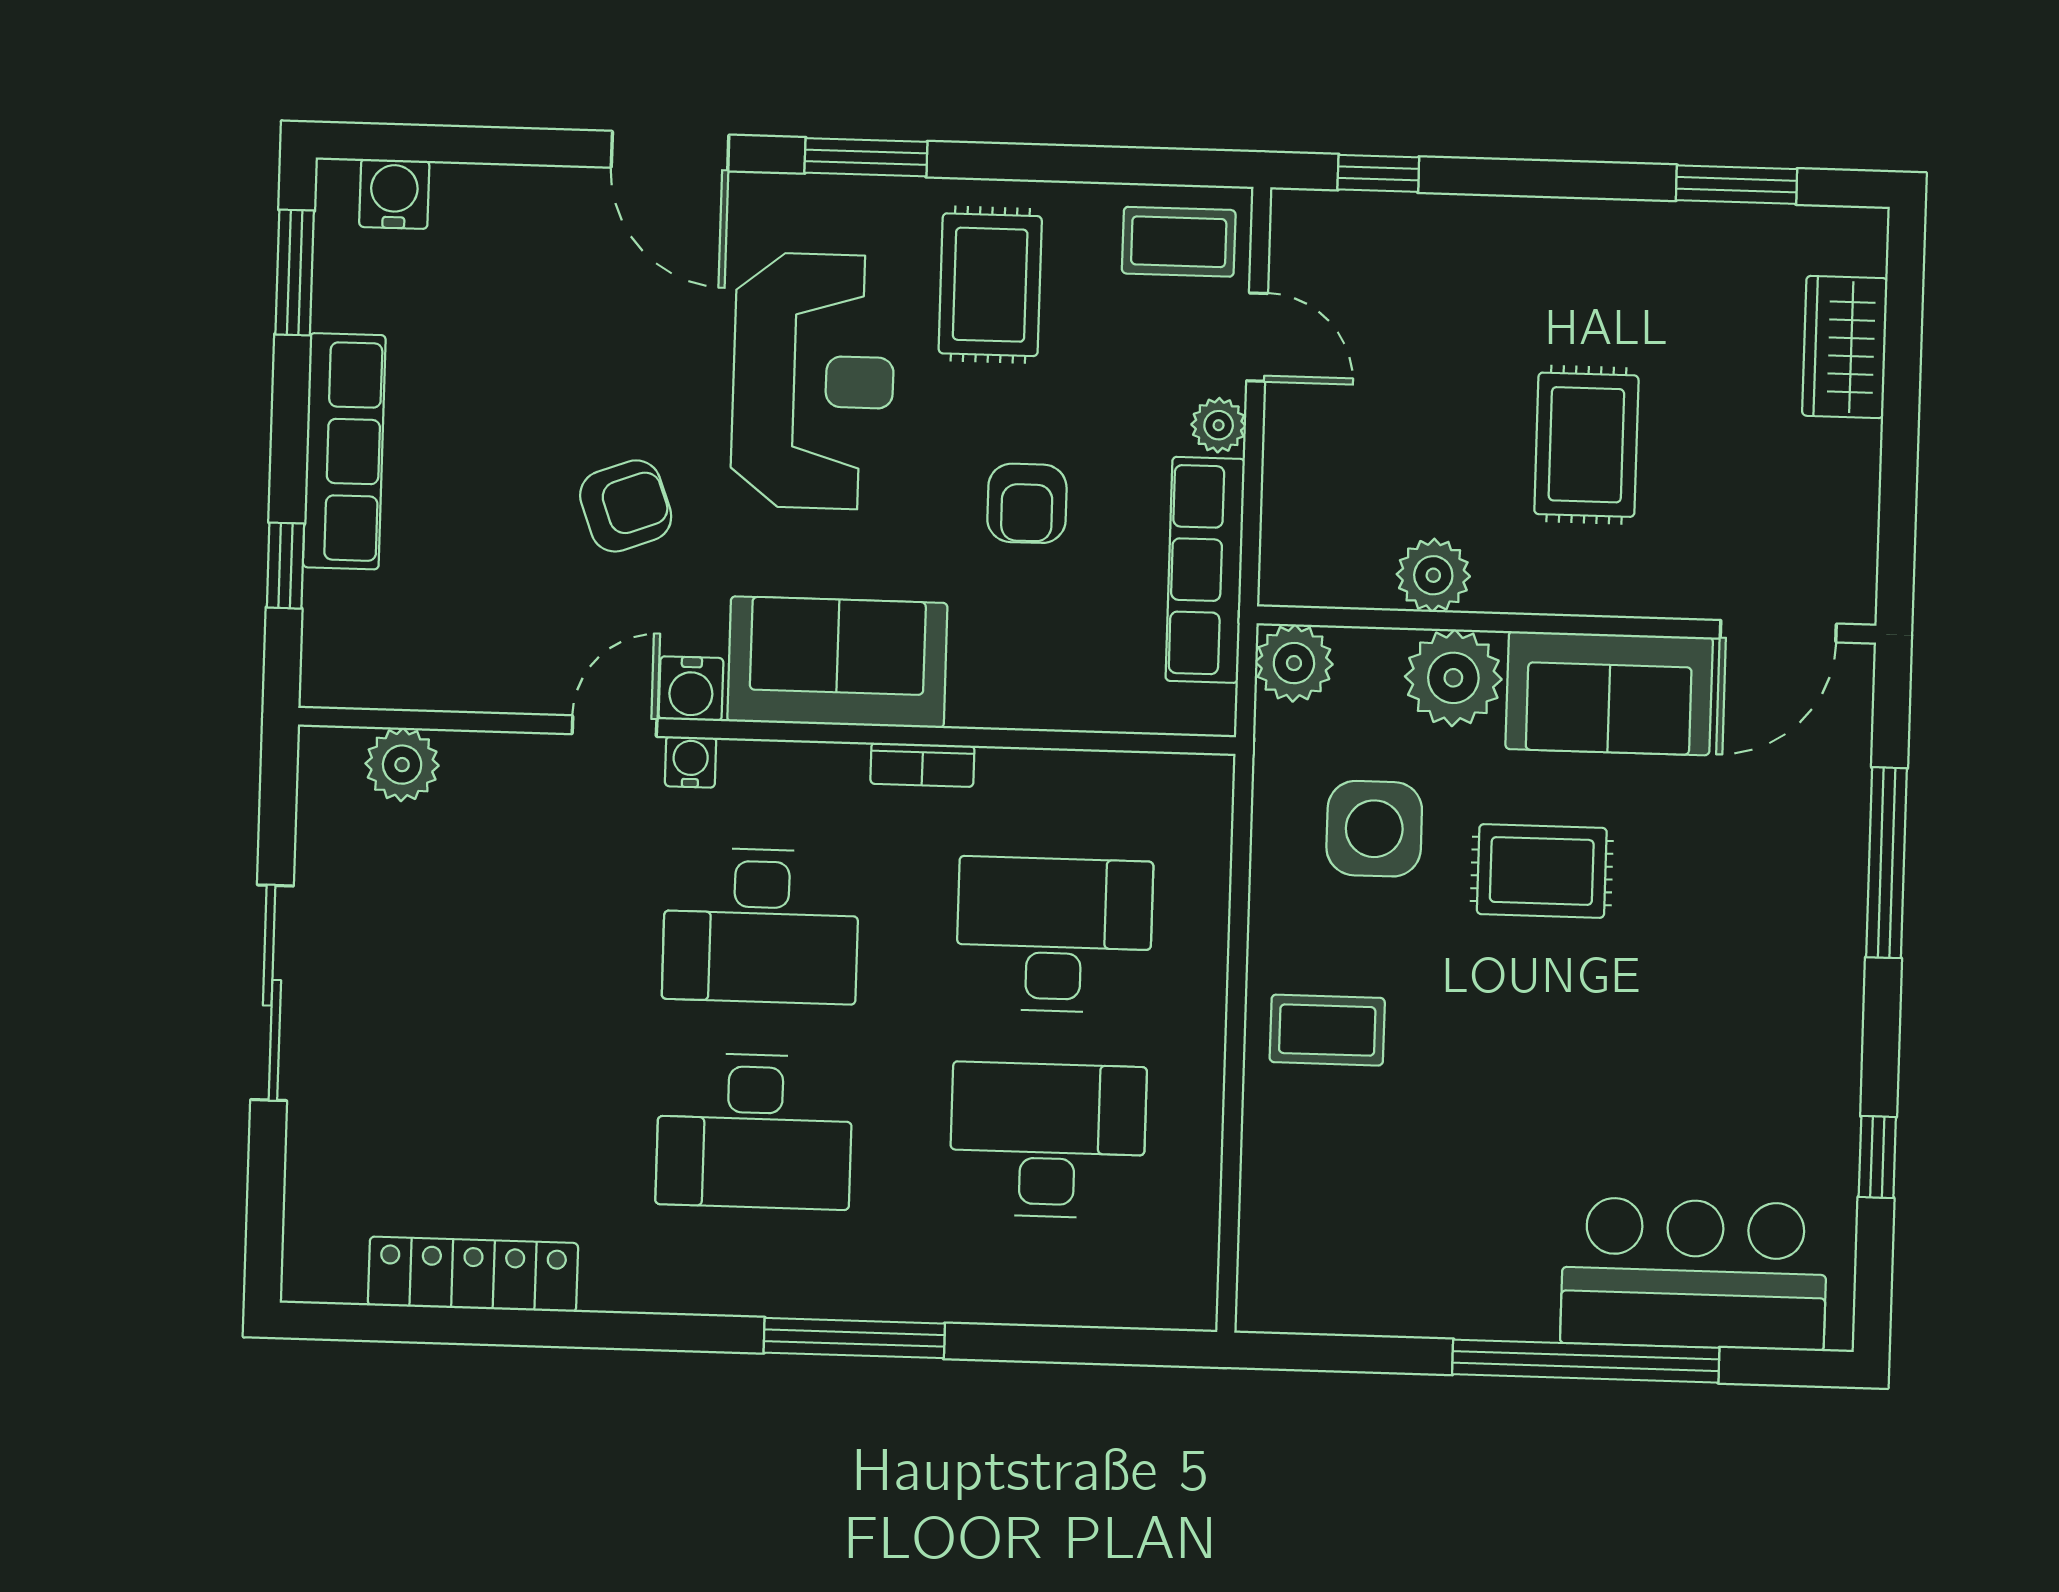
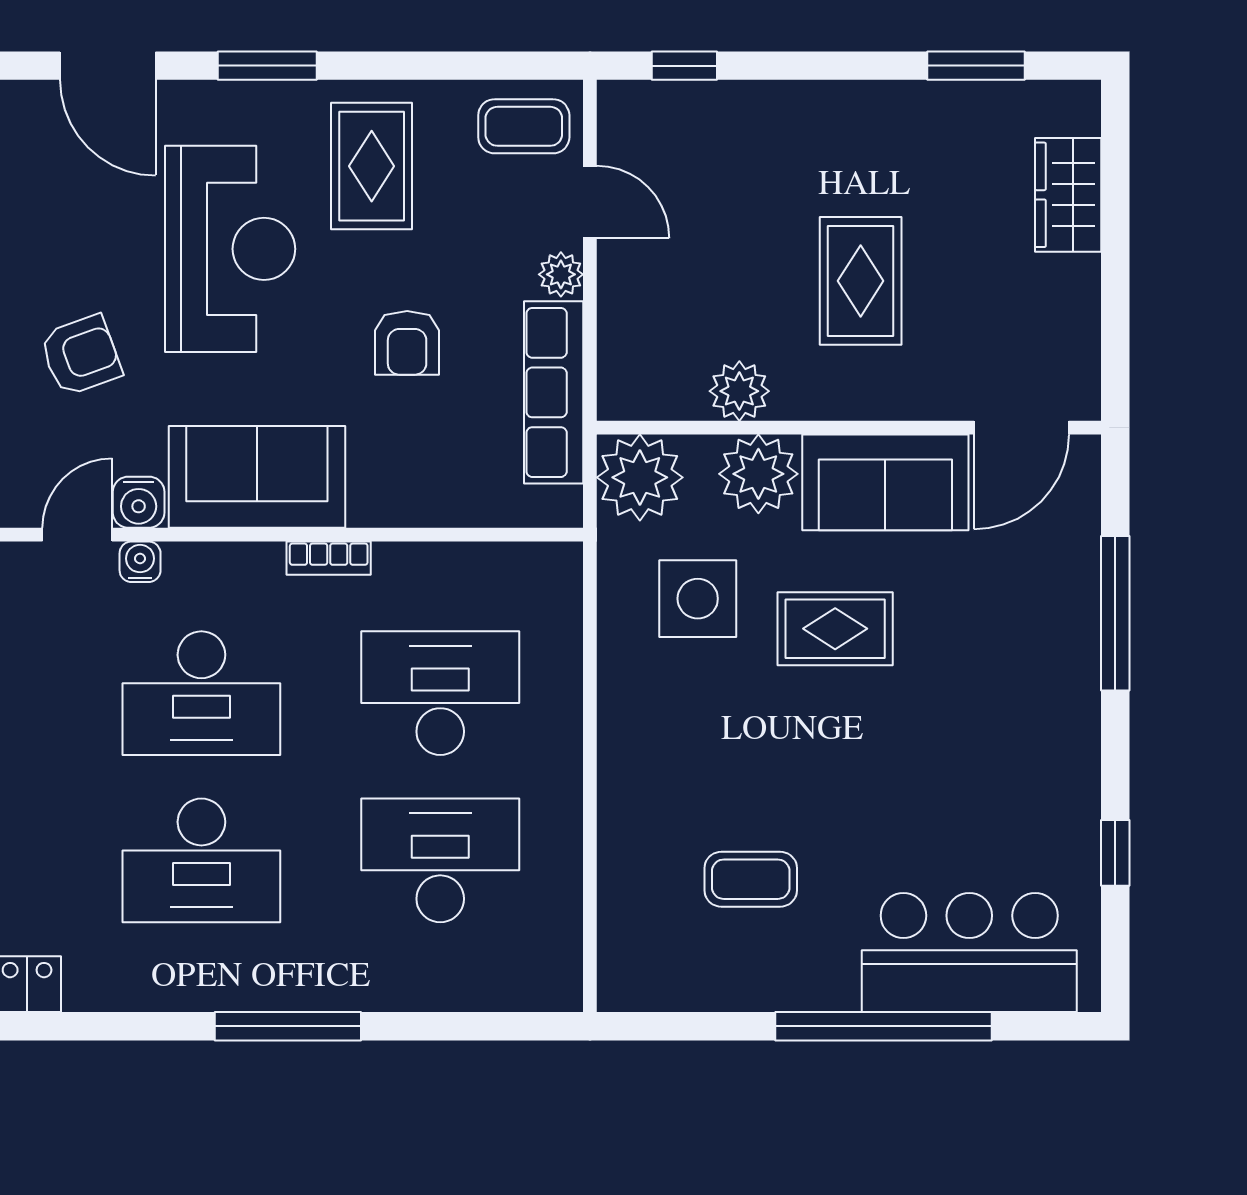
plant: (1294, 663) -> (640, 477), width x1.36, depth x1.36
coffee table: (1327, 1030) -> (751, 879), moved

